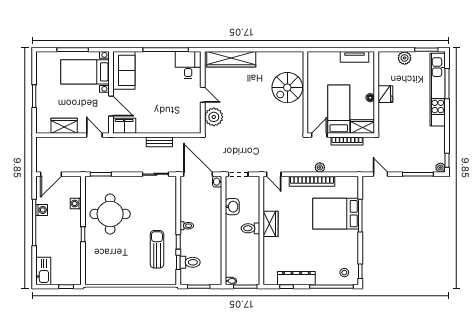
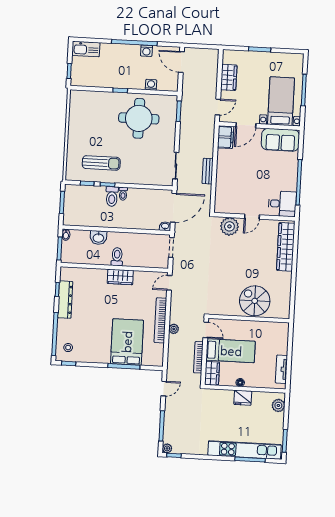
plant: (405, 58) -> (278, 405), moved
washbasin: (232, 207) -> (98, 238), moved
toilet: (190, 262) -> (112, 196), moved

